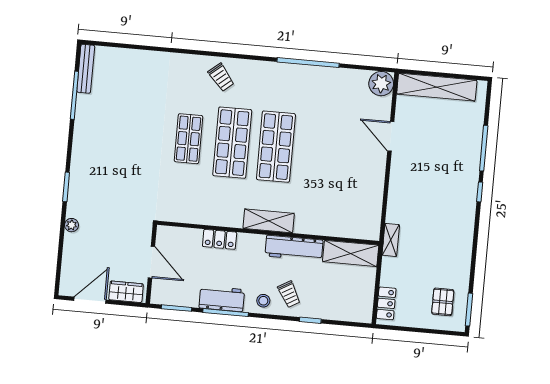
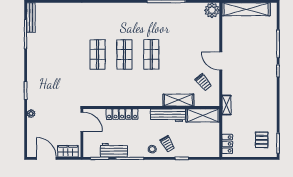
trolley: (221, 77) -> (203, 82), moved
door: (391, 136) -> (221, 61), moved
shop shelf: (232, 143) -> (124, 54), width x0.70, depth x0.74
shop shelf: (276, 147) -> (151, 54), width x0.70, depth x0.74
shelving: (269, 221) -> (178, 100), moved
locker: (220, 239) -> (122, 114), width x1.53
door: (151, 262) -> (82, 122), moved
workbench: (222, 299) -> (114, 150), moved
door: (90, 300) -> (46, 158), hinge flipped

